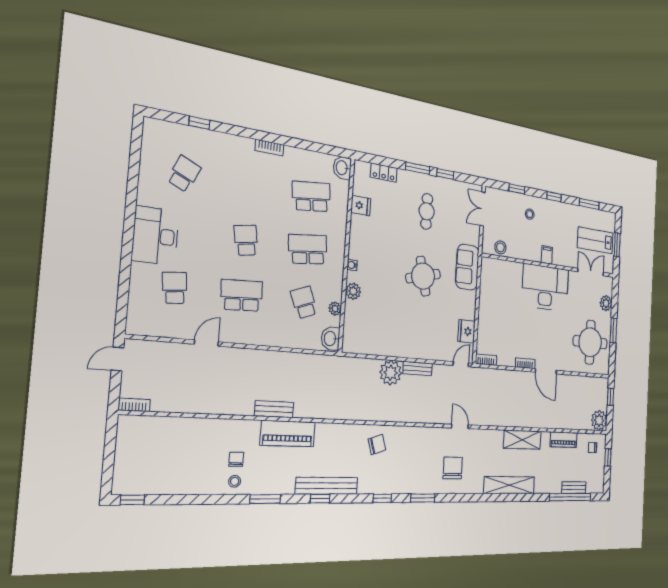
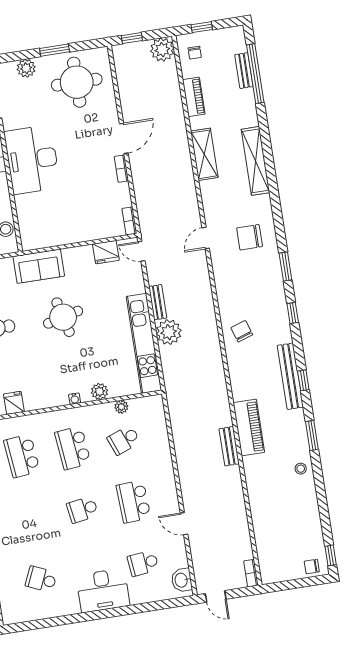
washbasin: (330, 339) -> (182, 580), moved, turned 90
kitchen unit: (386, 346) -> (144, 343), added
chair: (236, 459) -> (312, 567), moved

